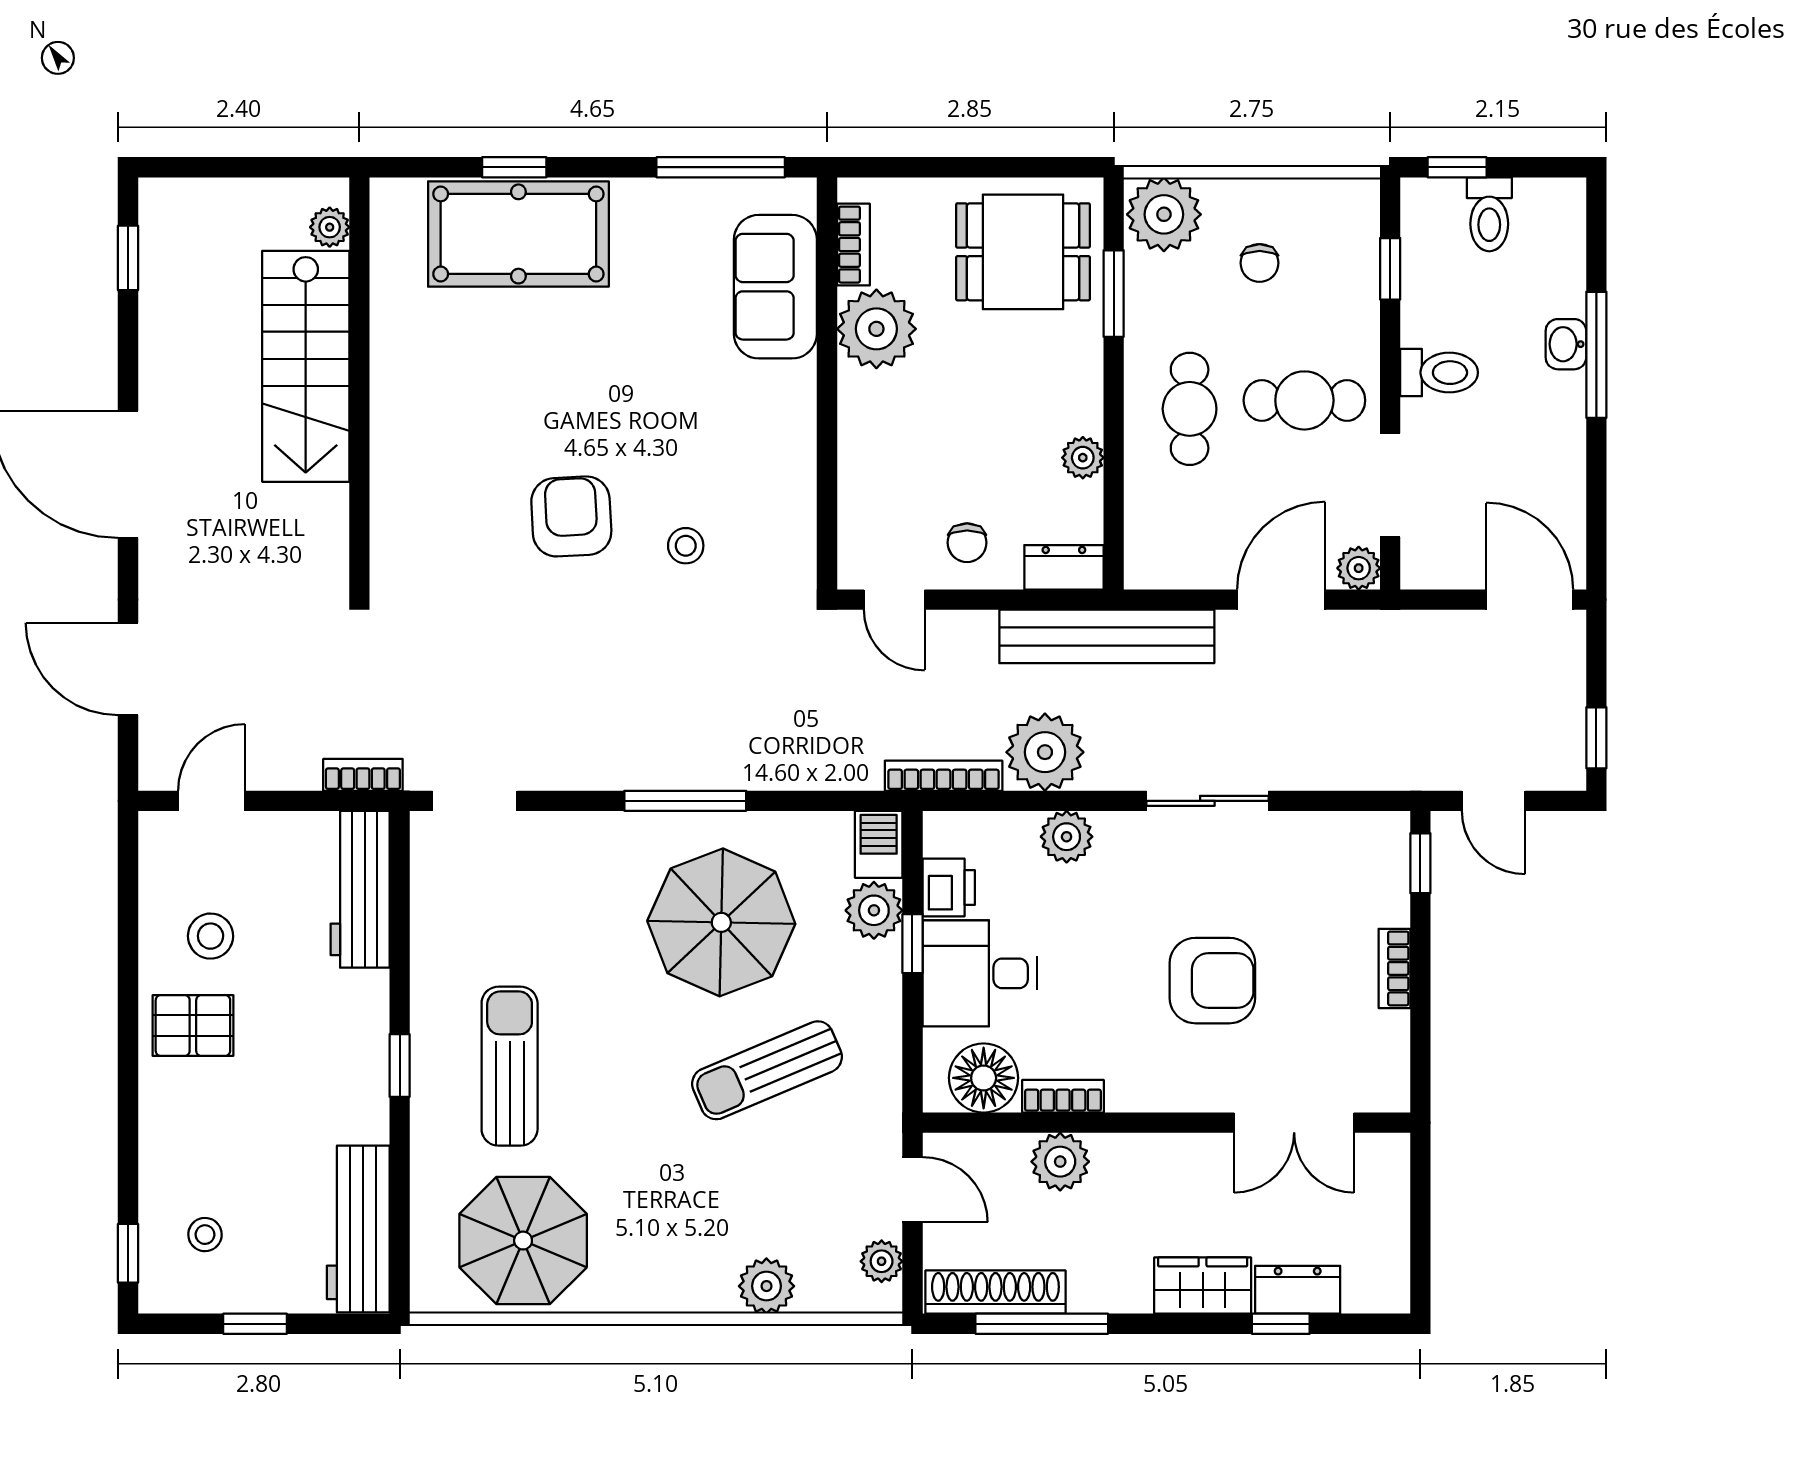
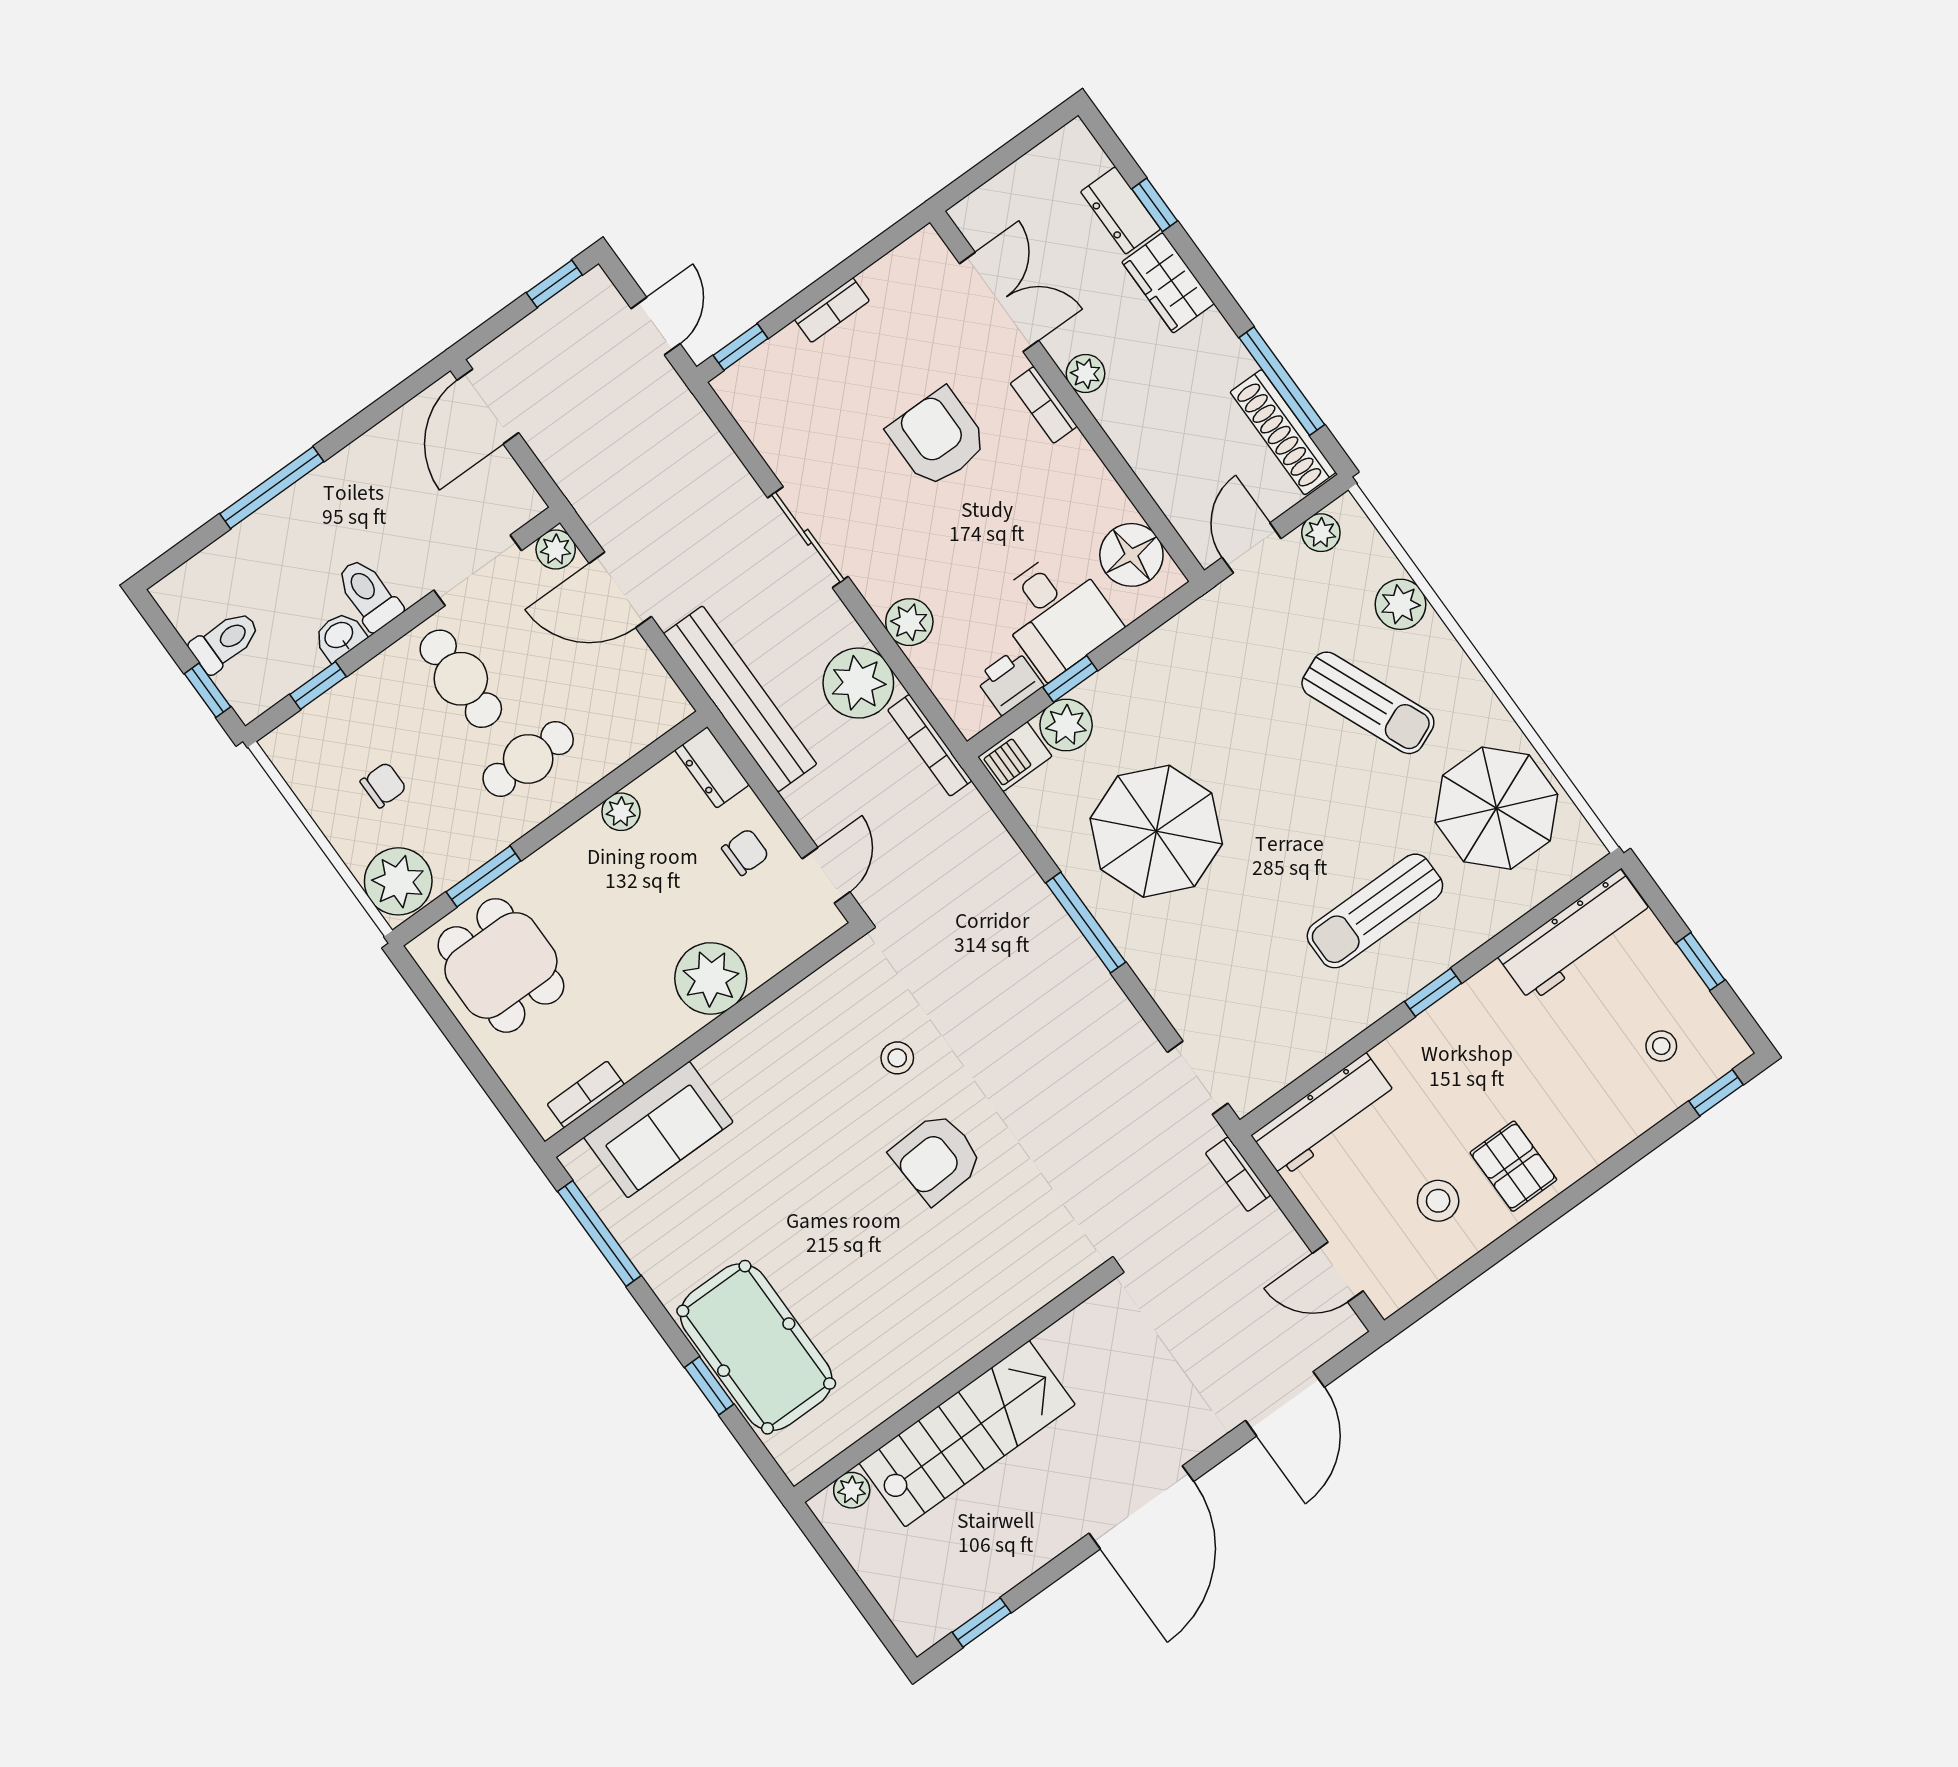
plant: (876, 329) -> (711, 978), moved
washbasin: (1566, 344) -> (339, 636), moved, turned 180
sun lounger: (767, 1070) -> (1368, 703), moved
bookcase: (1063, 1096) -> (1044, 405), moved
plant: (1060, 1162) -> (1086, 373), moved, width x0.73, depth x0.73

